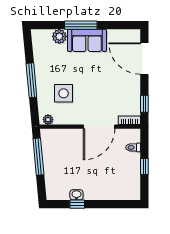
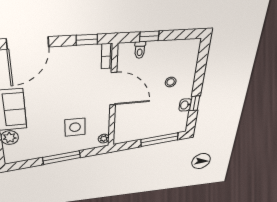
window: (38, 157) -> (160, 140), moved
window: (144, 167) -> (149, 36), moved
stool: (101, 178) -> (171, 82), added

